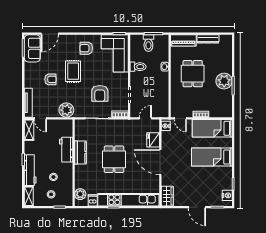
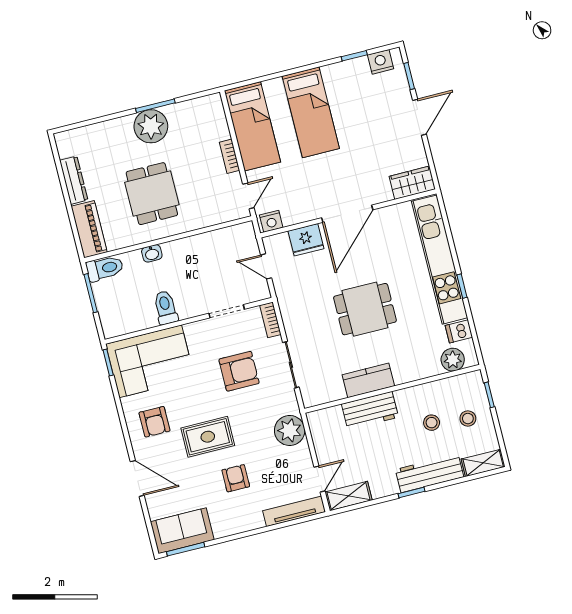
door: (50, 34) -> (137, 478), moved
toilet: (148, 43) -> (105, 268), moved
dining table: (193, 74) -> (152, 194), turned 90

